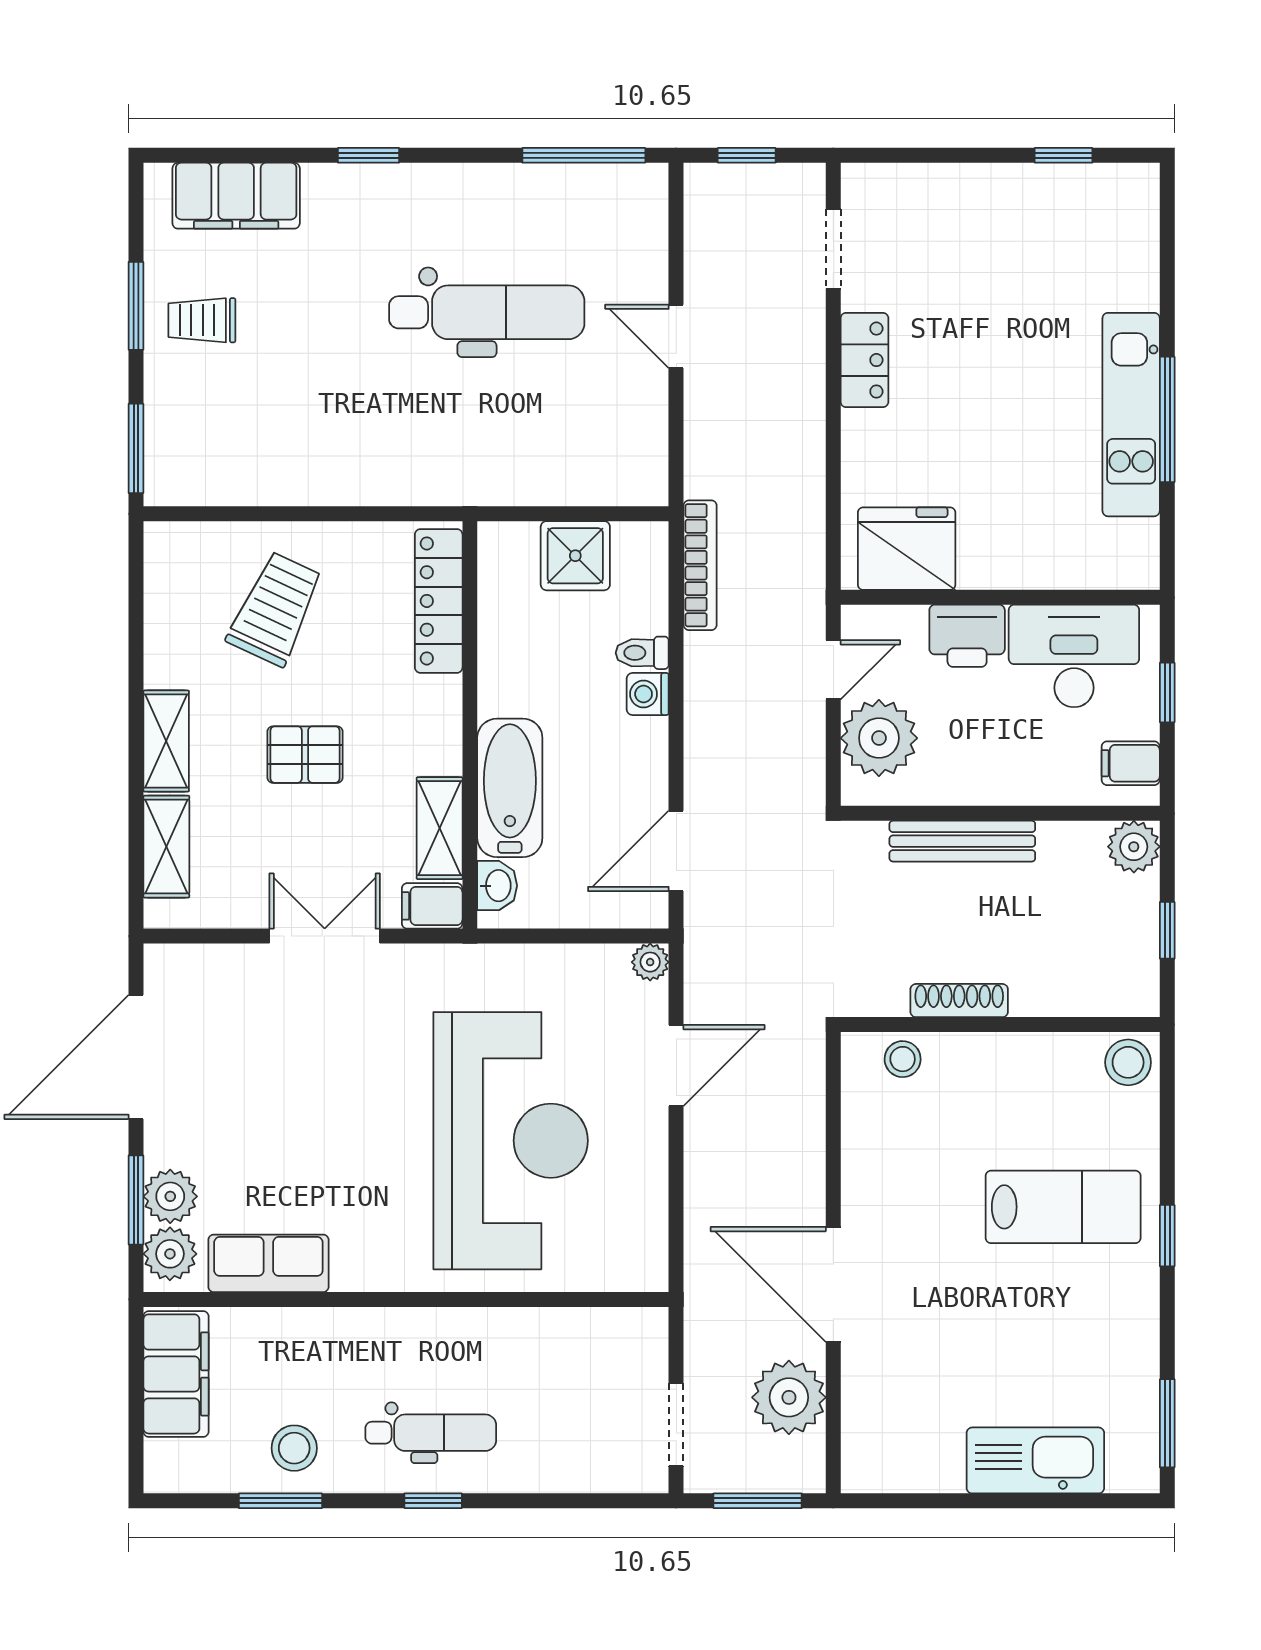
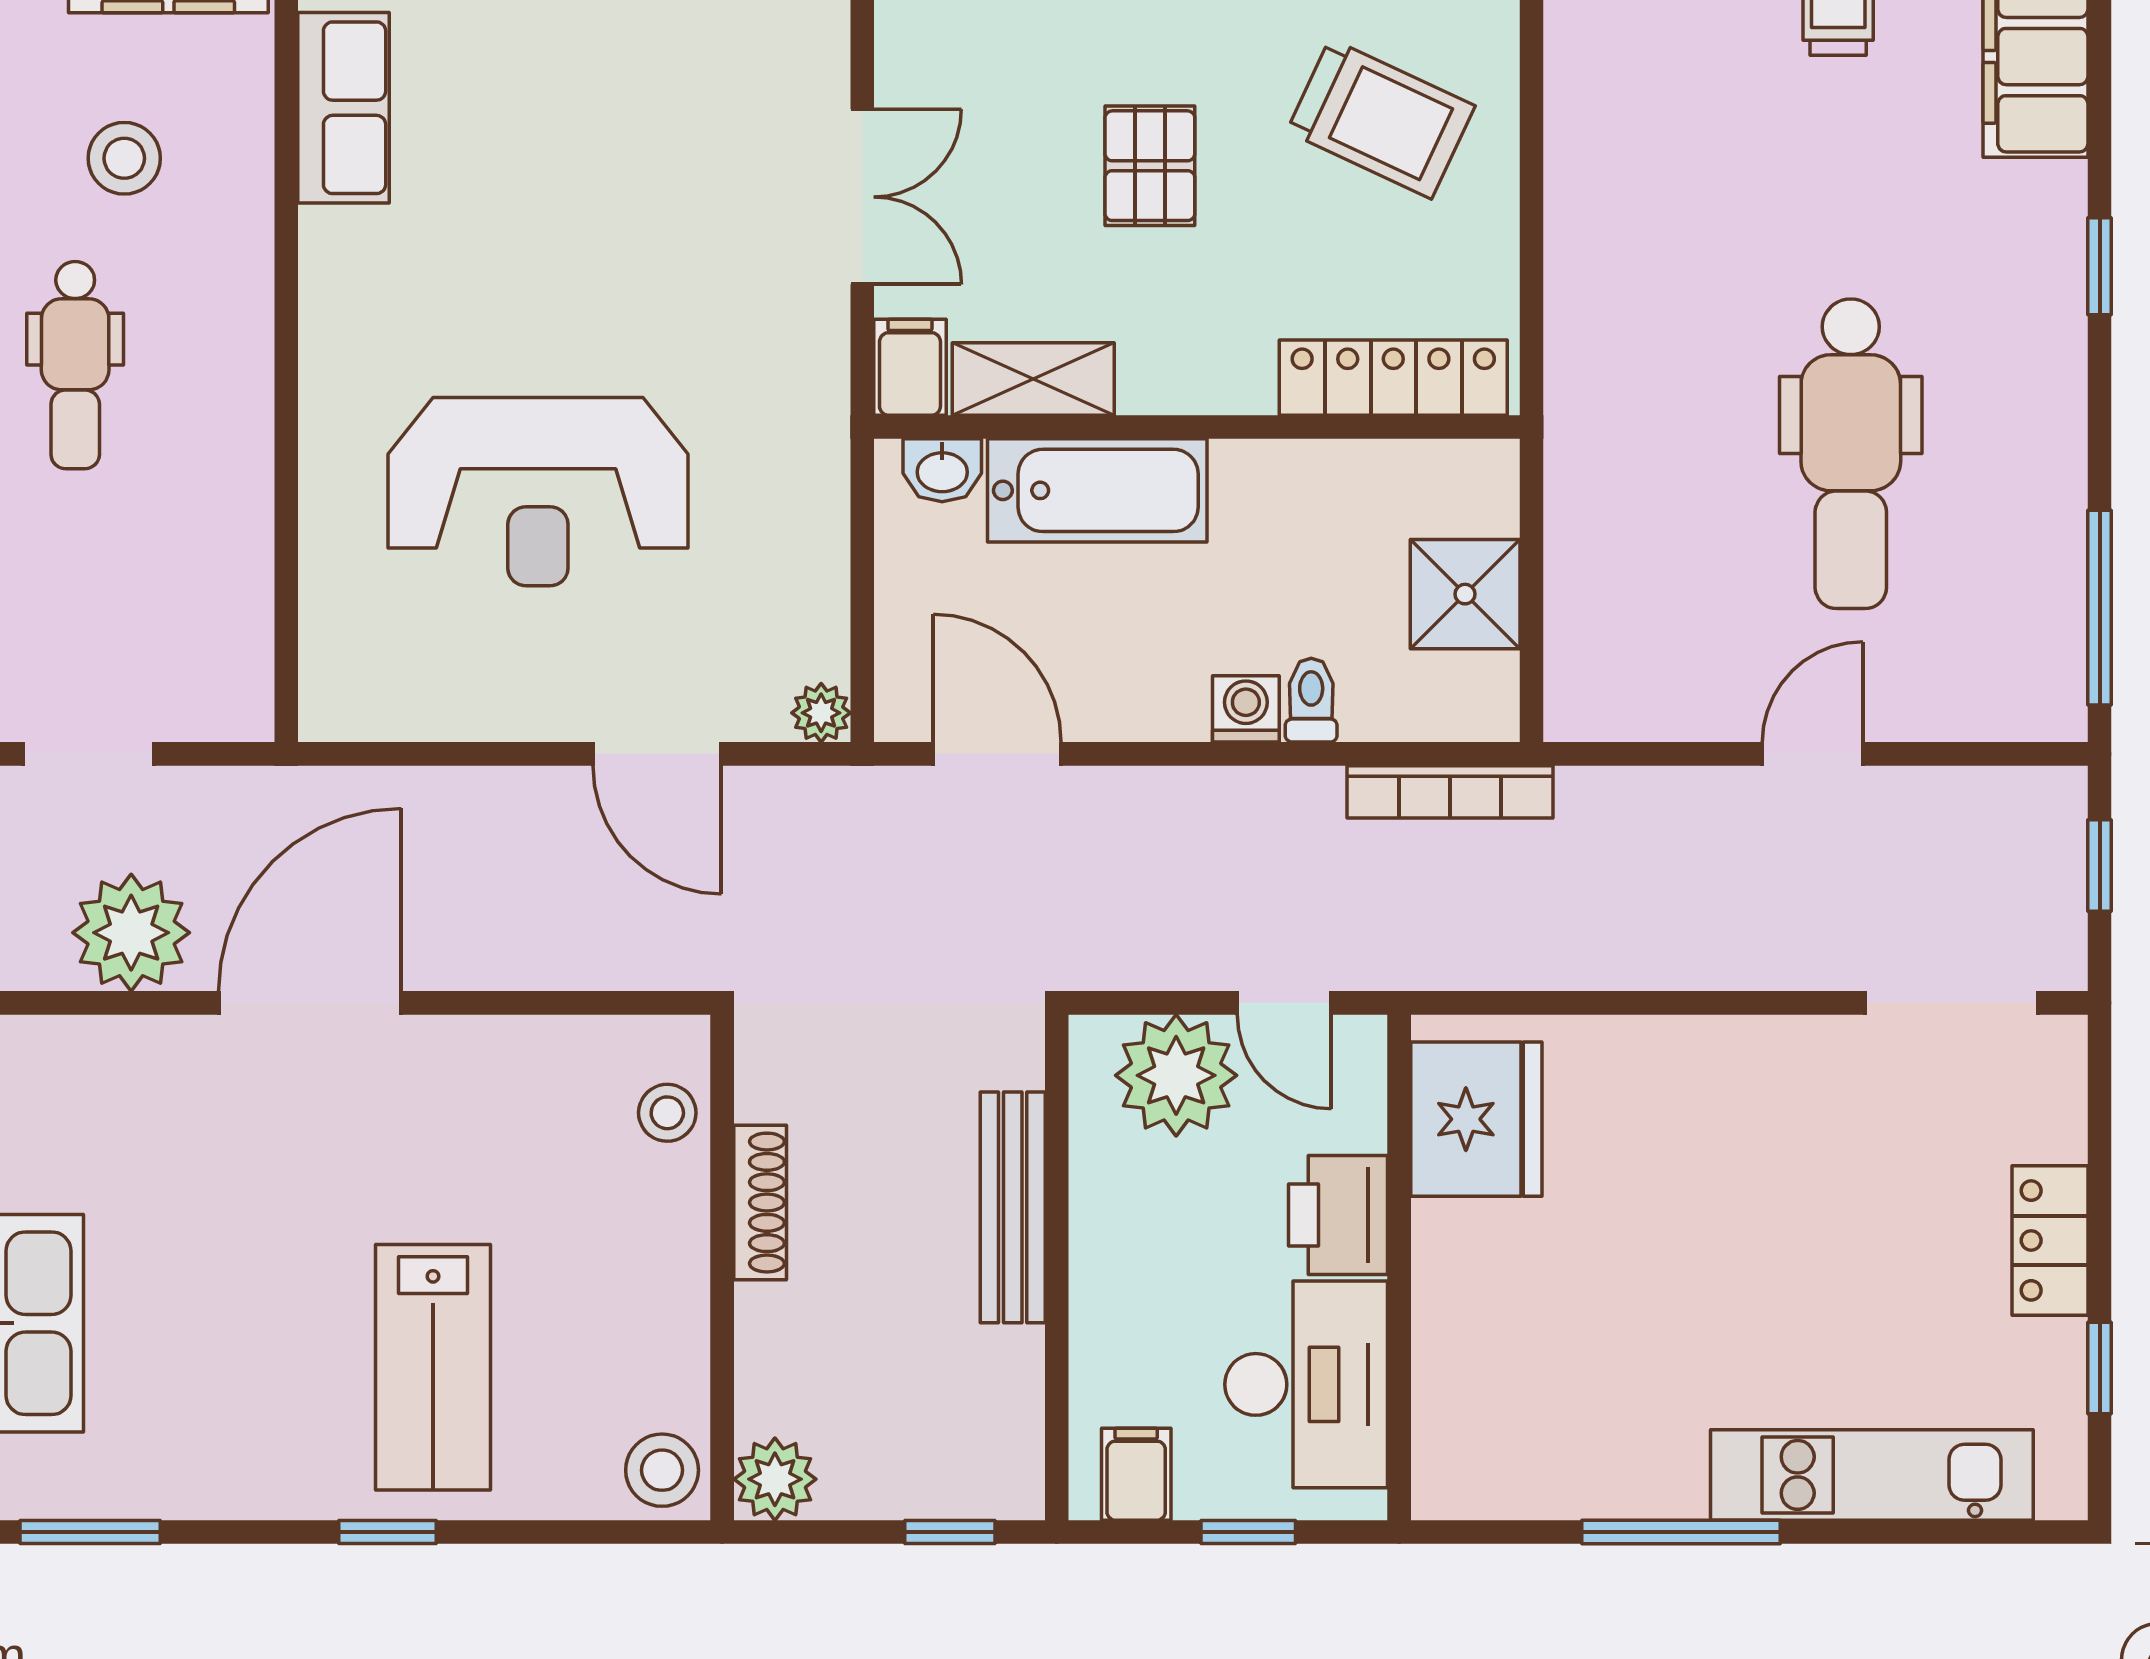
doorway: (833, 249) -> (1952, 1003), width x1.38
locker: (864, 360) -> (2050, 1240), moved, turned 90
kitchen unit: (1131, 415) -> (1872, 1475), moved
plant: (1134, 847) -> (775, 1479), moved
window: (1167, 930) -> (950, 1532), moved
reception desk: (511, 1141) -> (538, 492), width x0.74, depth x0.77
stool: (294, 1448) -> (124, 158), moved

